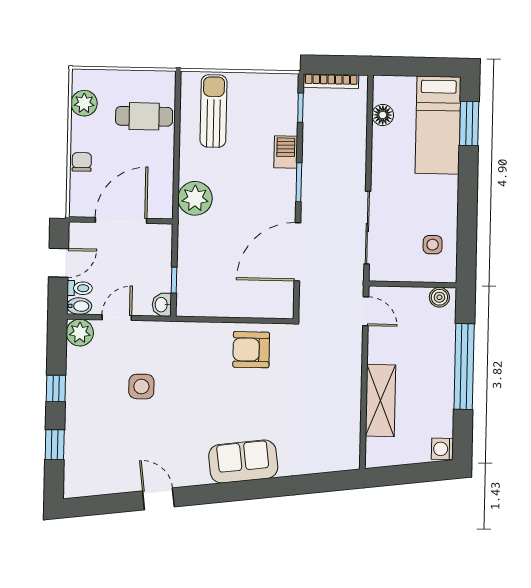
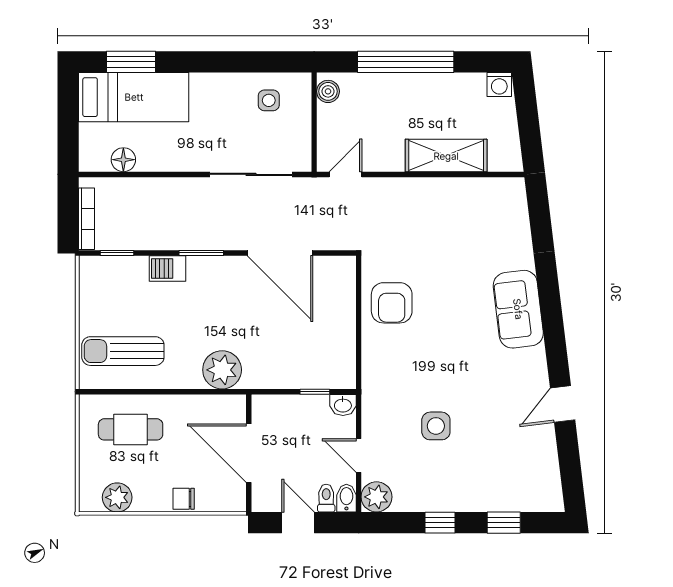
cafe table: (144, 116) -> (131, 429), turned 90

